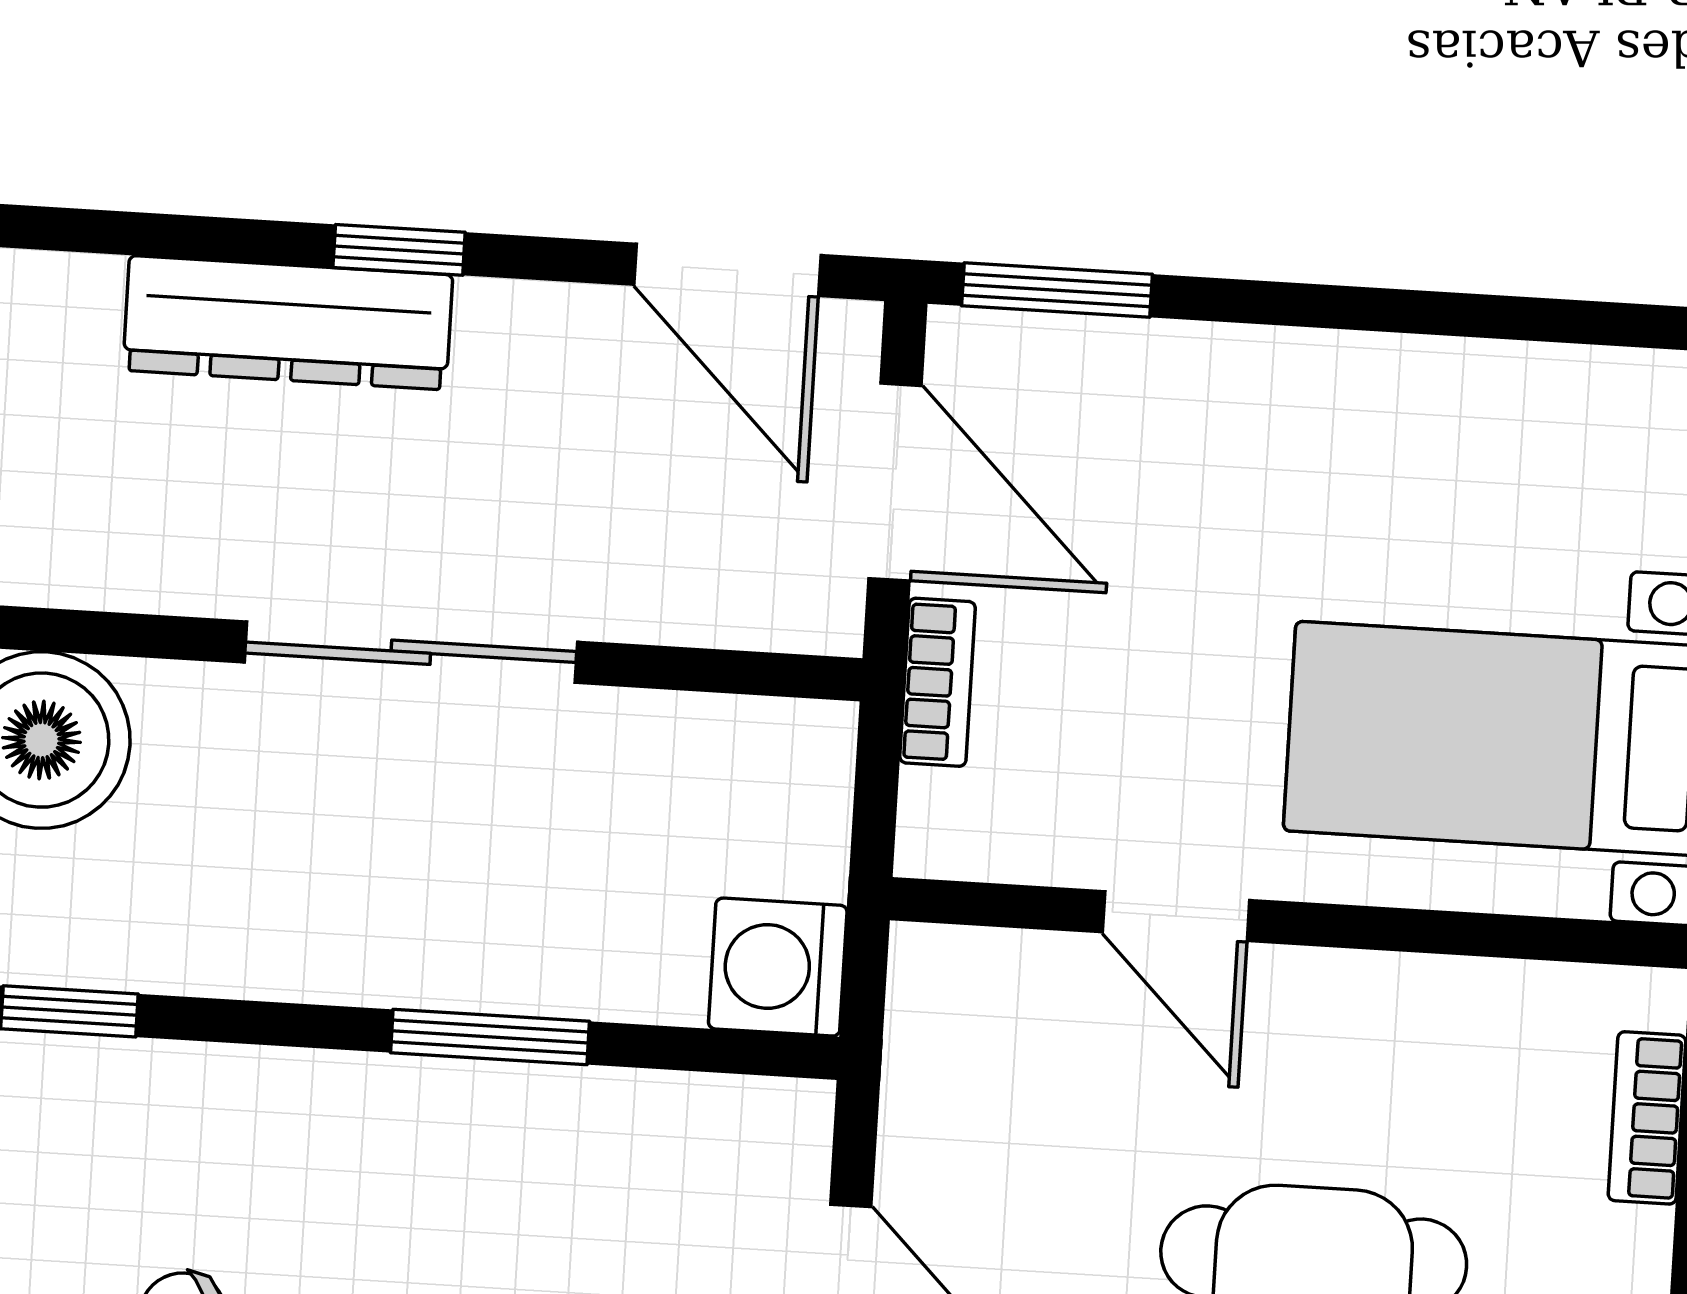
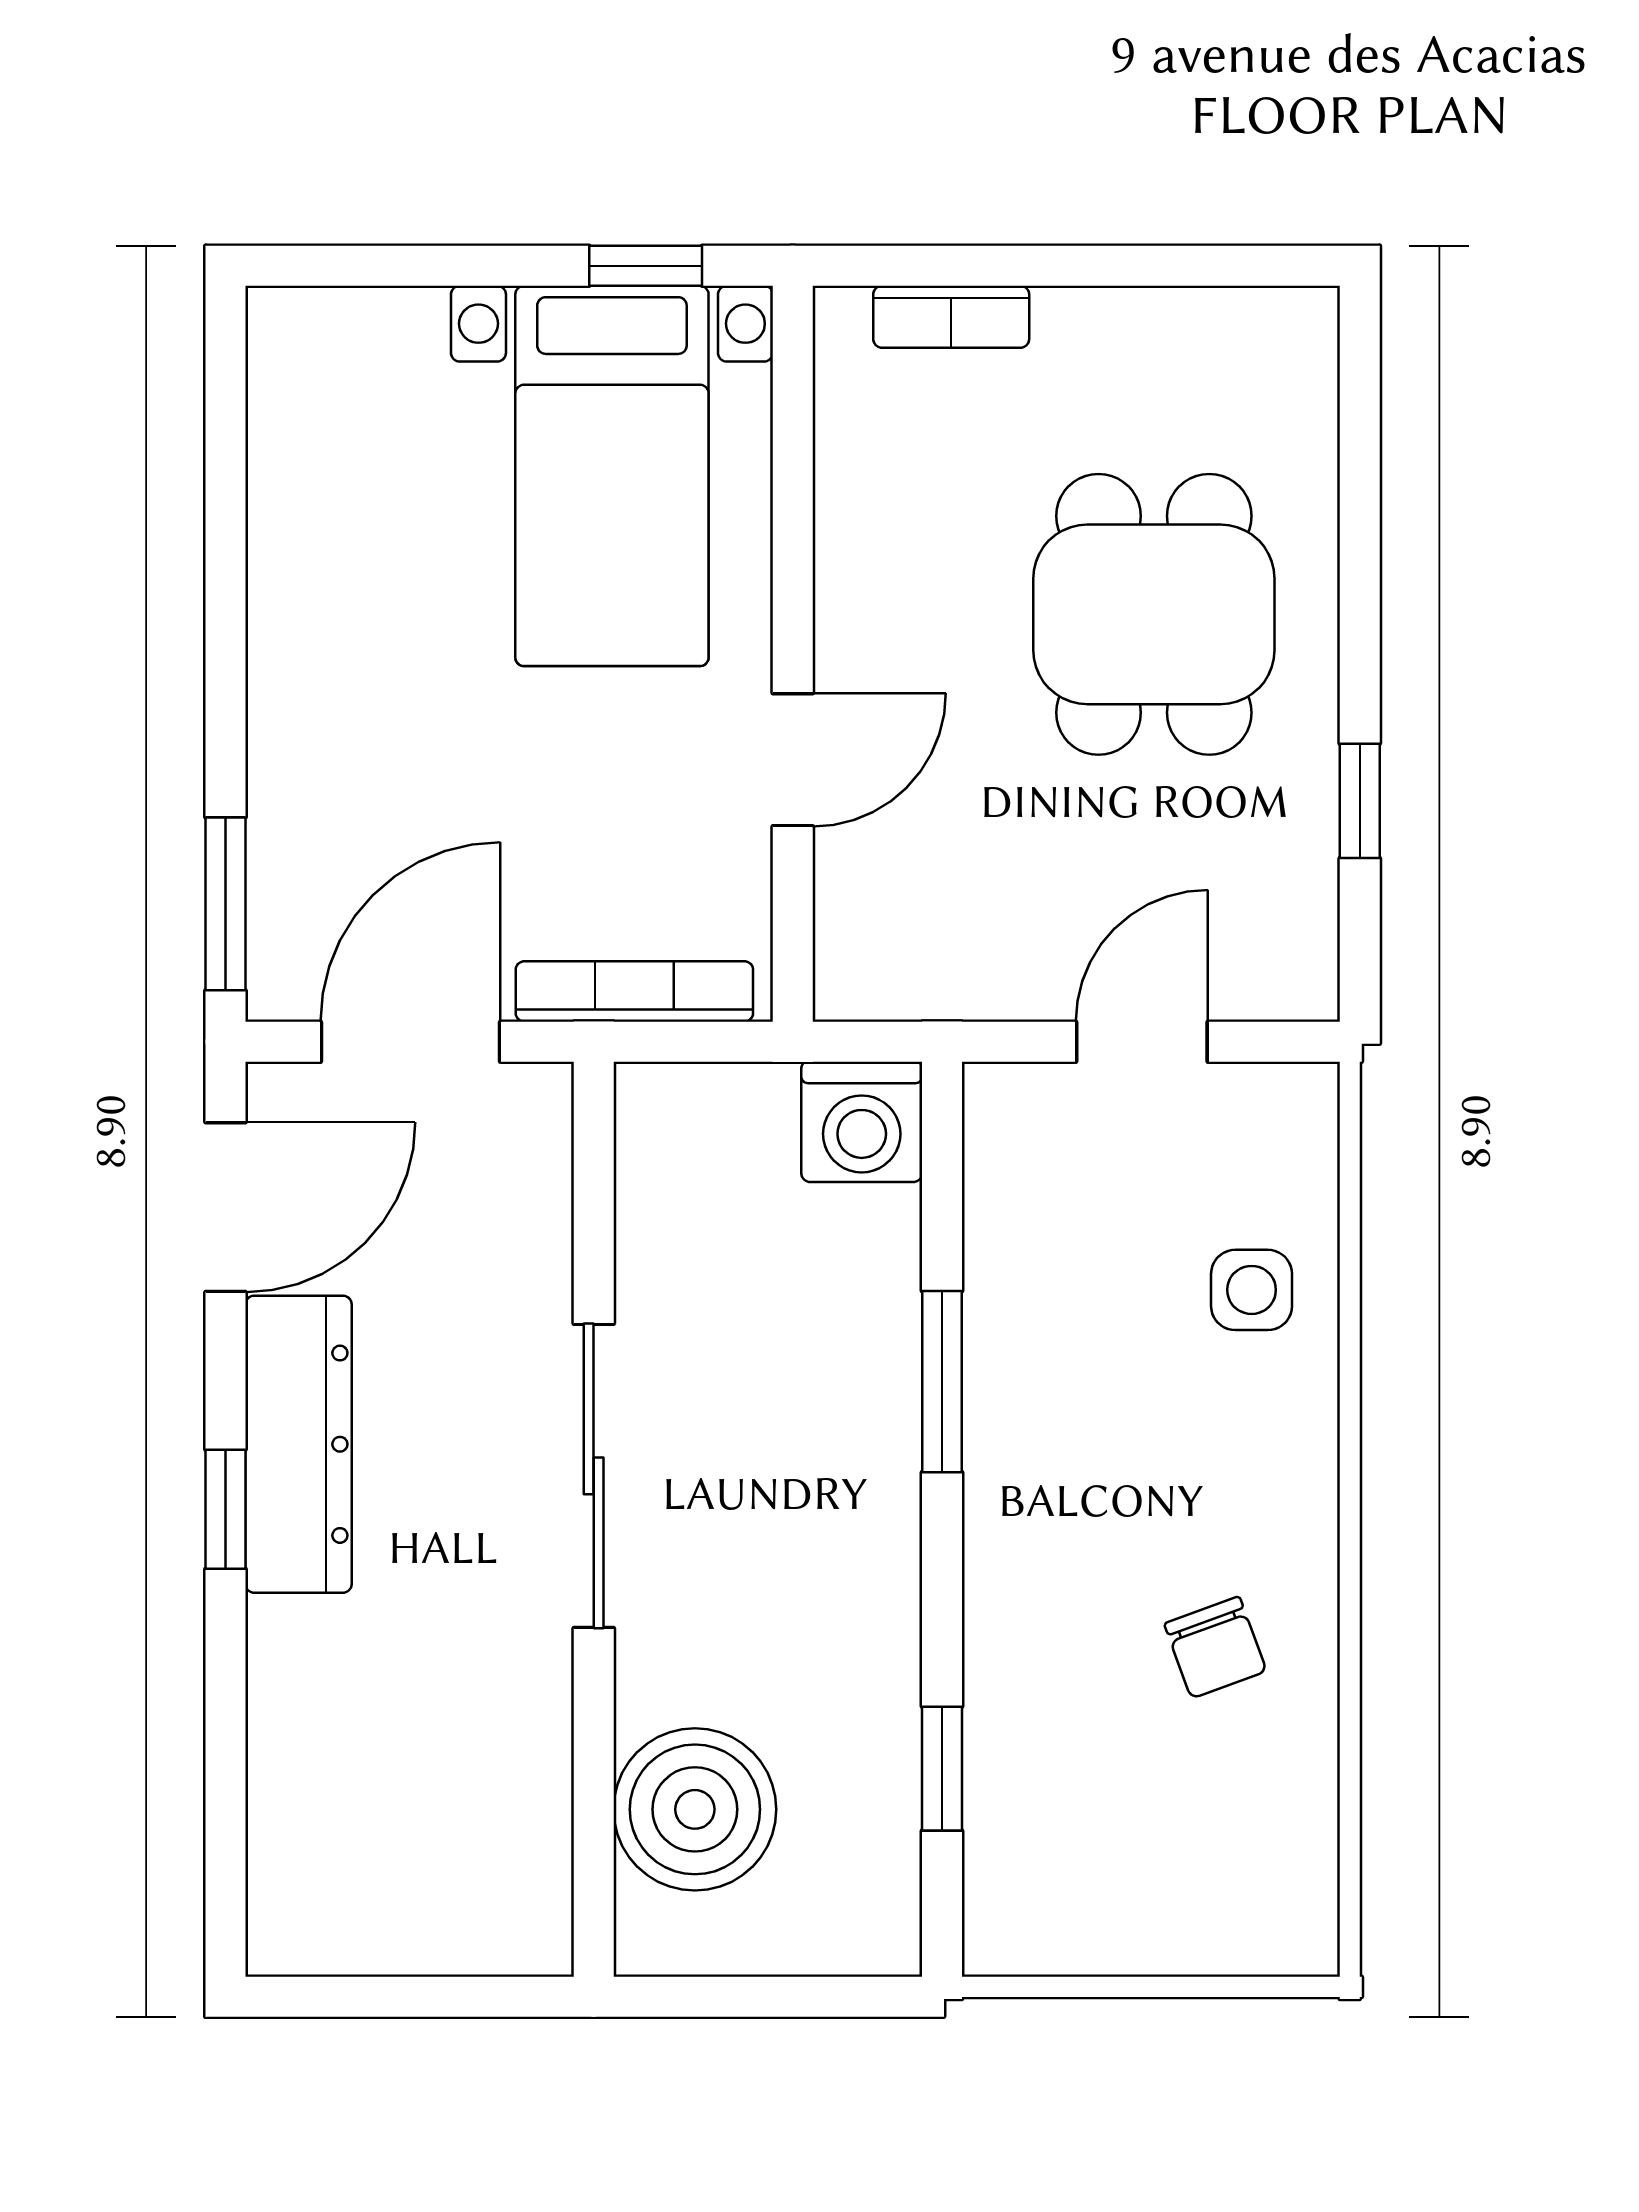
dresser: (288, 323) -> (299, 1444), moved
bookcase: (938, 682) -> (634, 991), width x1.56

